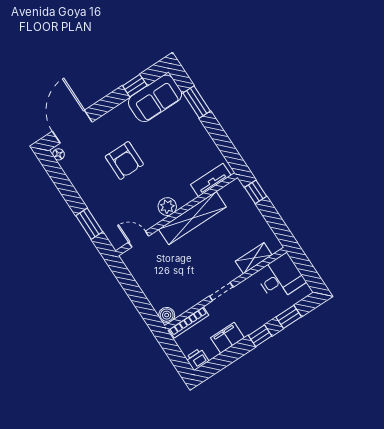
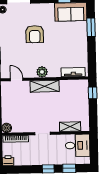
shelving: (192, 218) -> (45, 86), width x0.68
filing cabinet: (227, 338) -> (31, 159), removed

